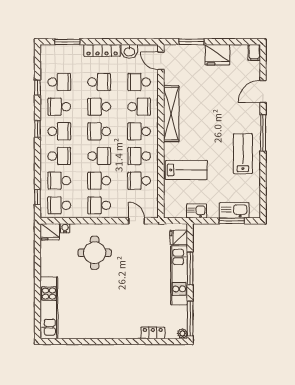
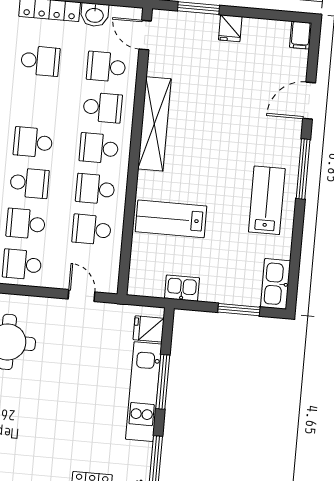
fridge: (217, 55) -> (230, 28), width x0.53, depth x0.75
school desk: (99, 107) -> (37, 102), removed
lab bench: (186, 170) -> (171, 219), turned 180
kitchen sink: (234, 210) -> (276, 284), moved, turned -90

